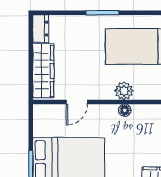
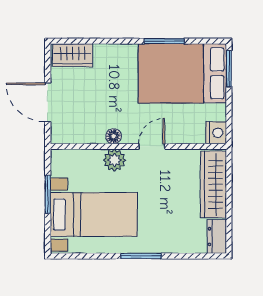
door: (77, 102) -> (152, 146), moved
nightstand: (41, 113) -> (216, 133), added

